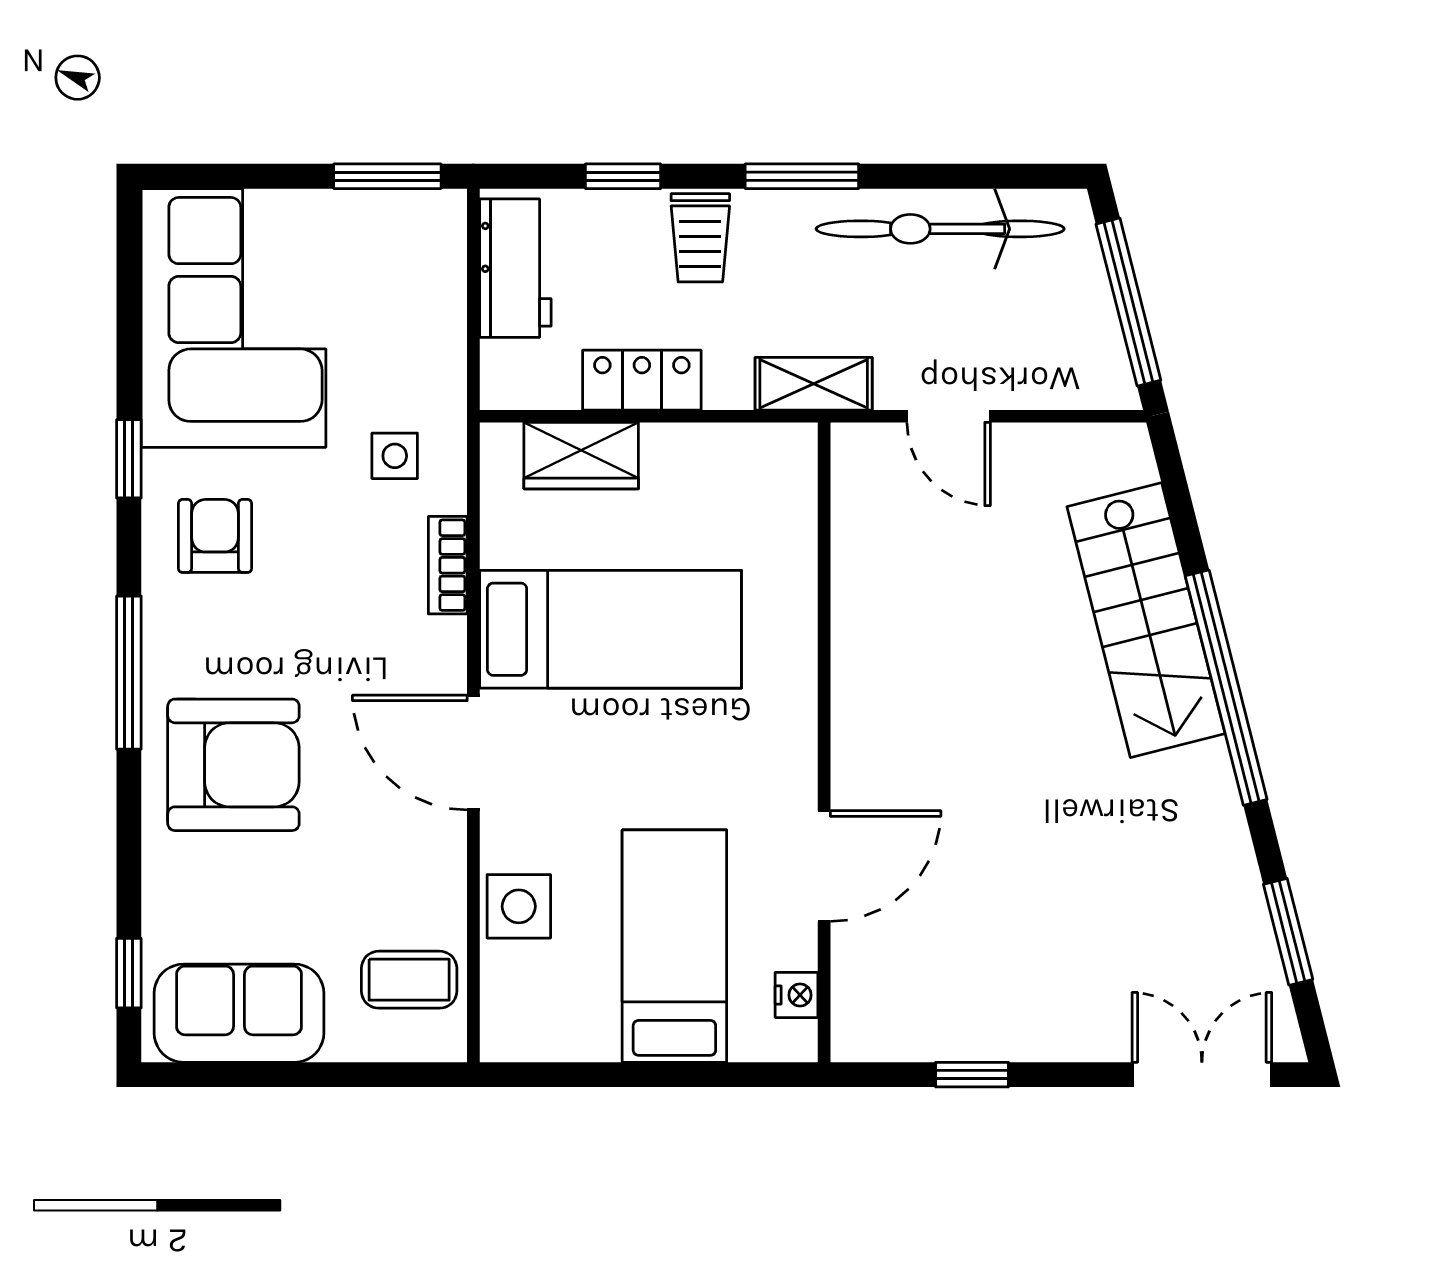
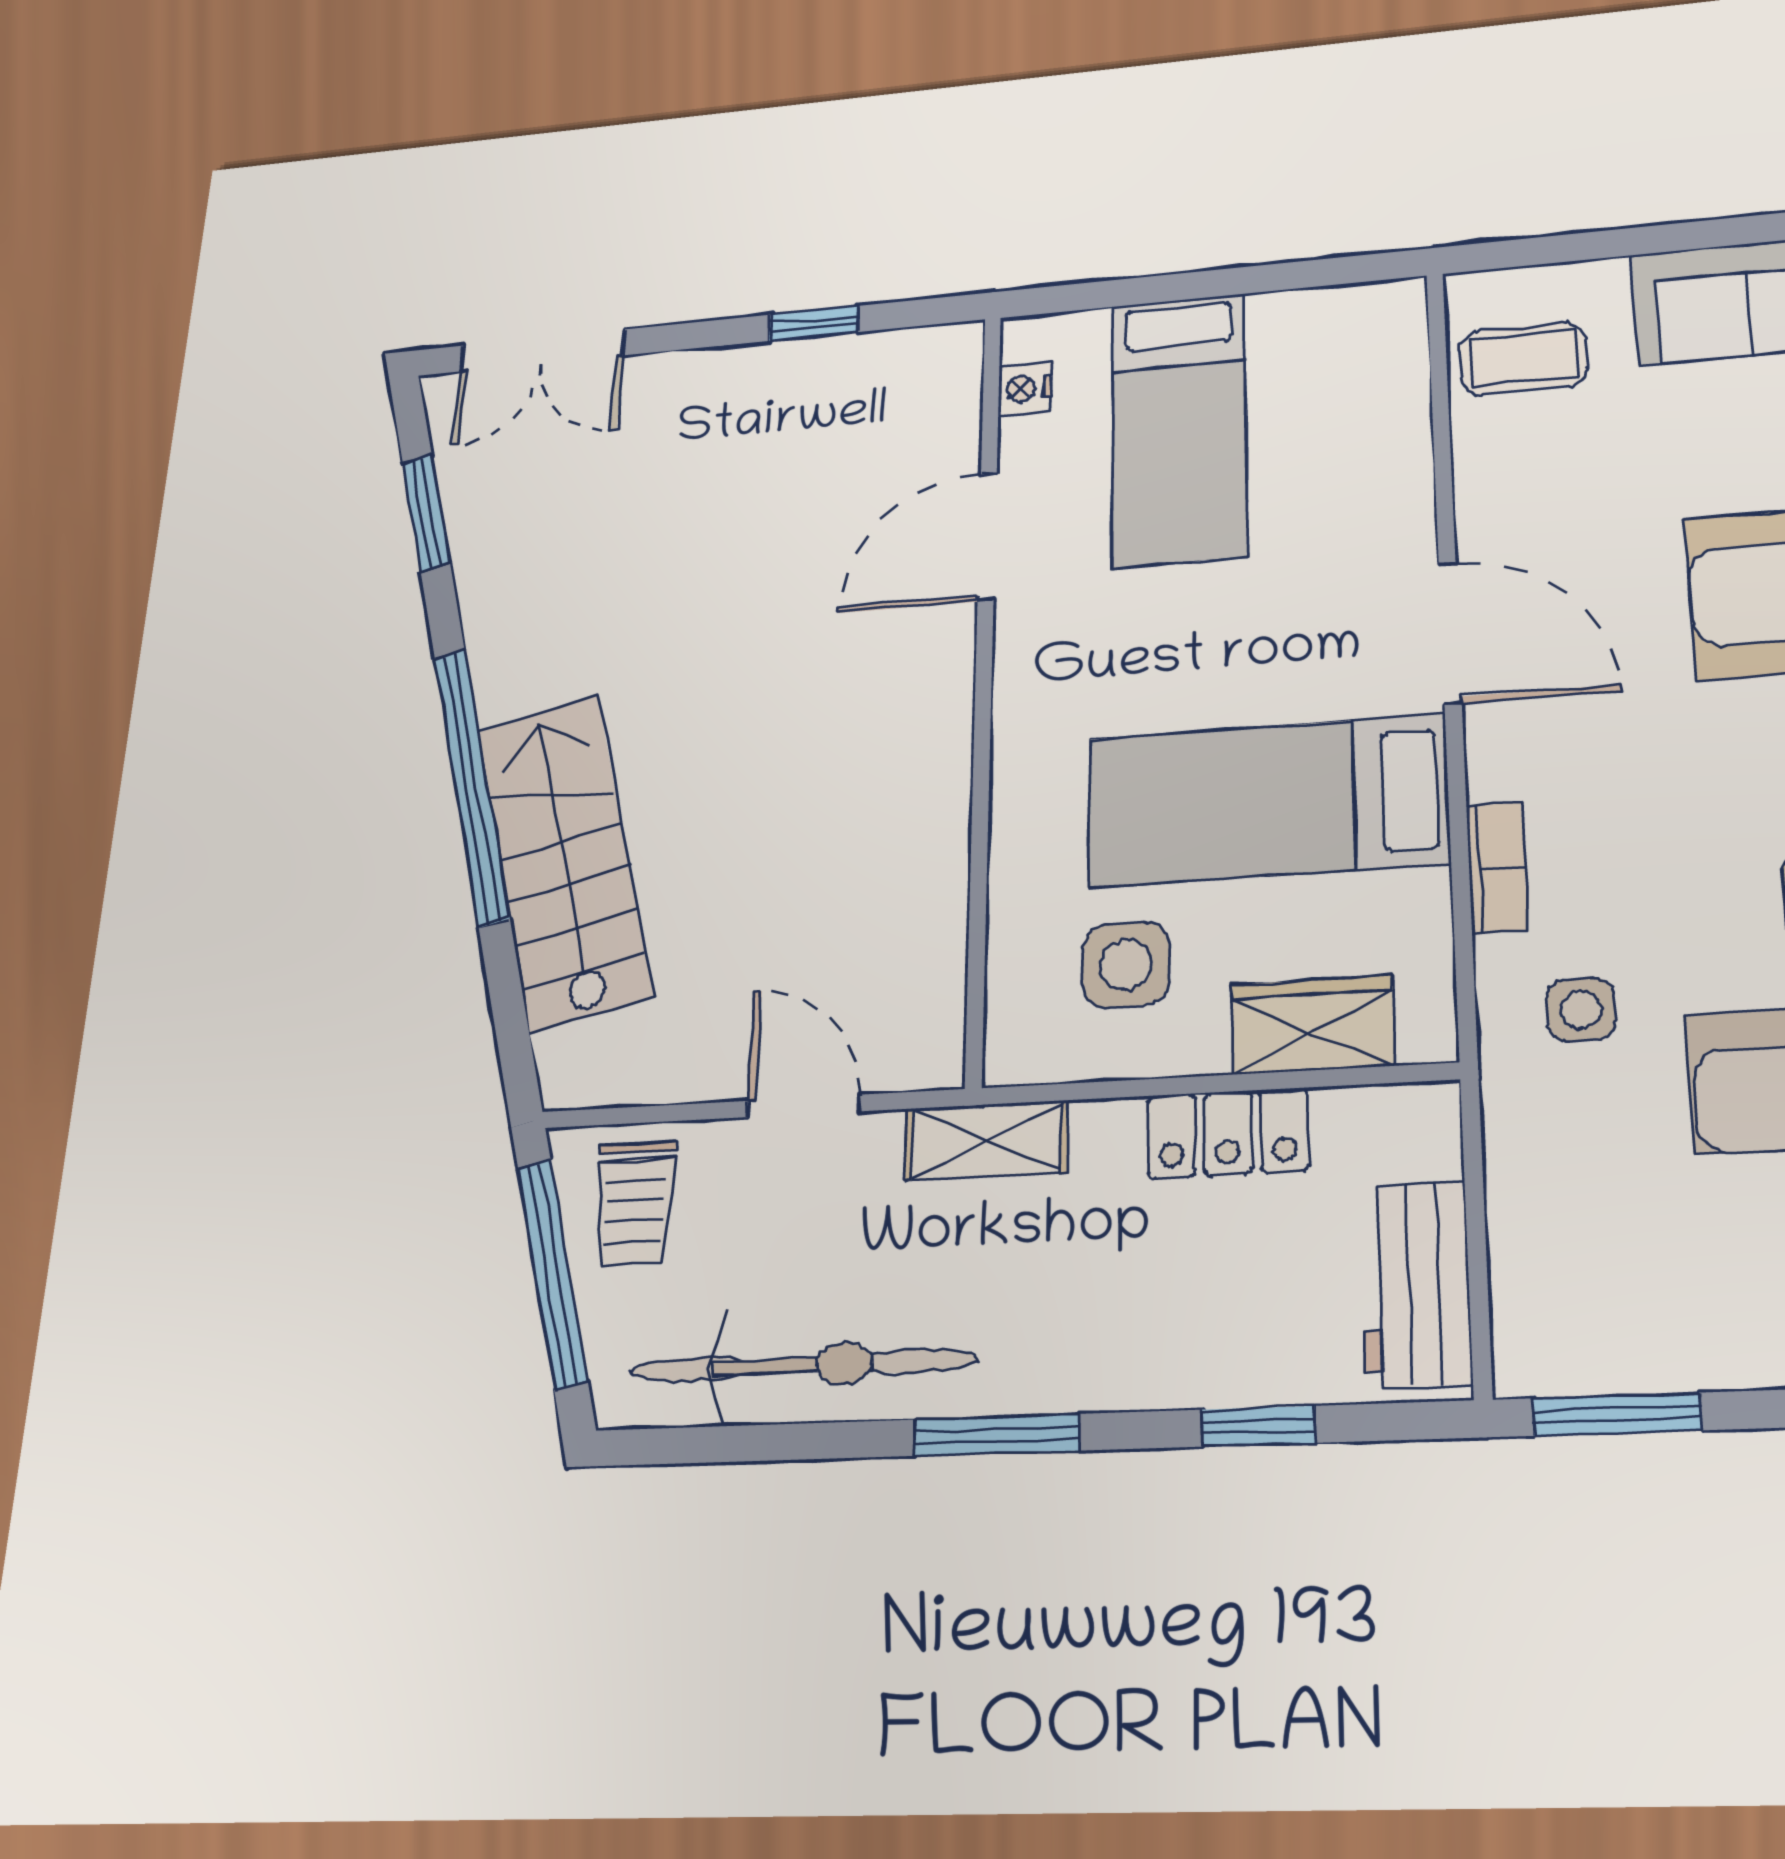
trolley: (700, 238) -> (635, 1202), moved, turned 180
side table: (519, 906) -> (1126, 964), moved

